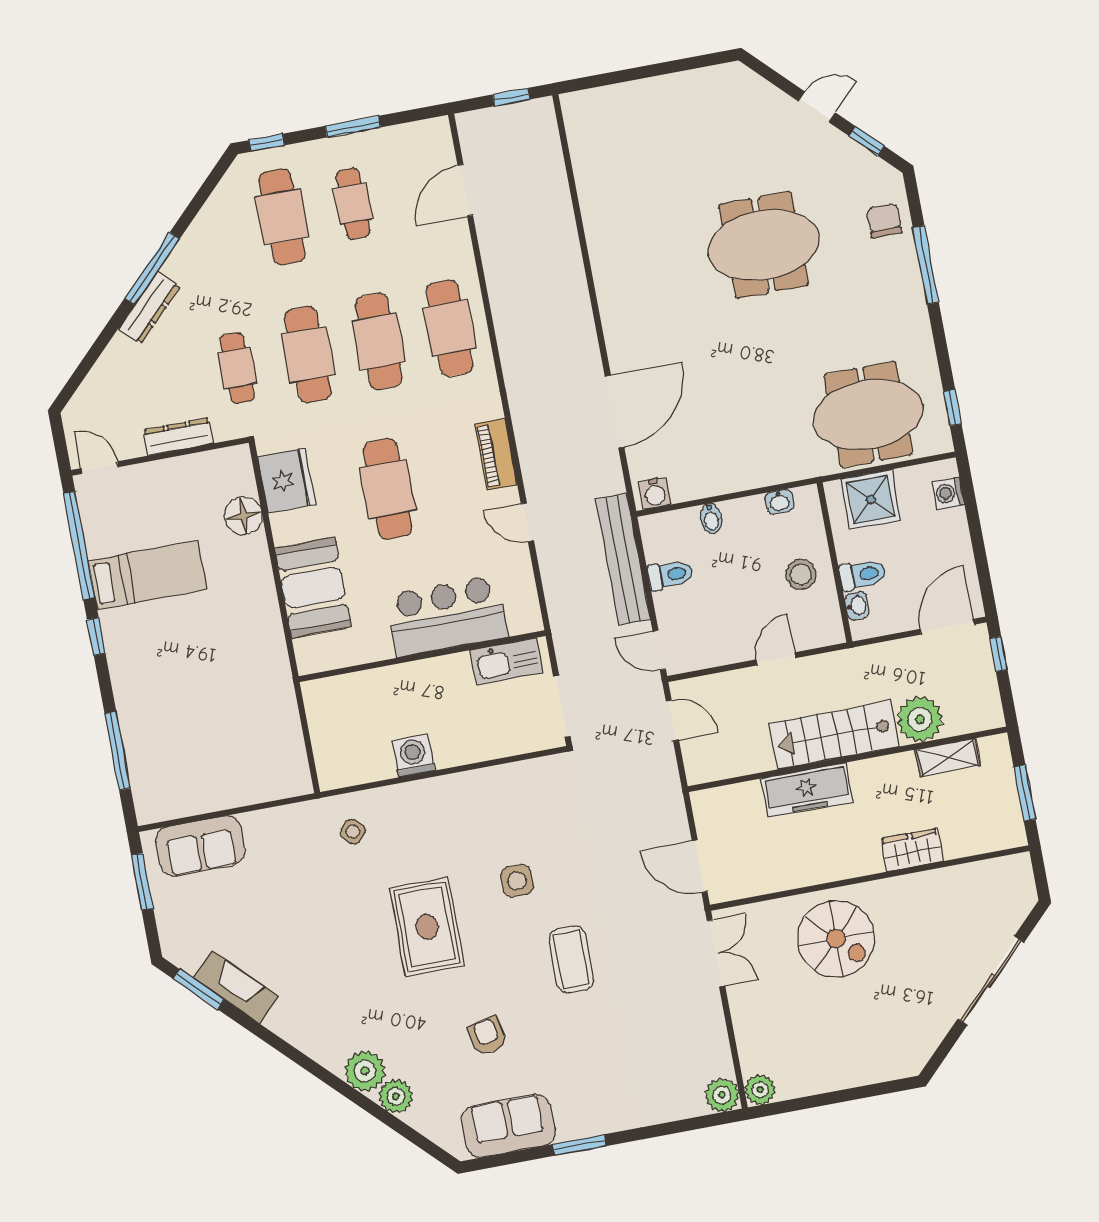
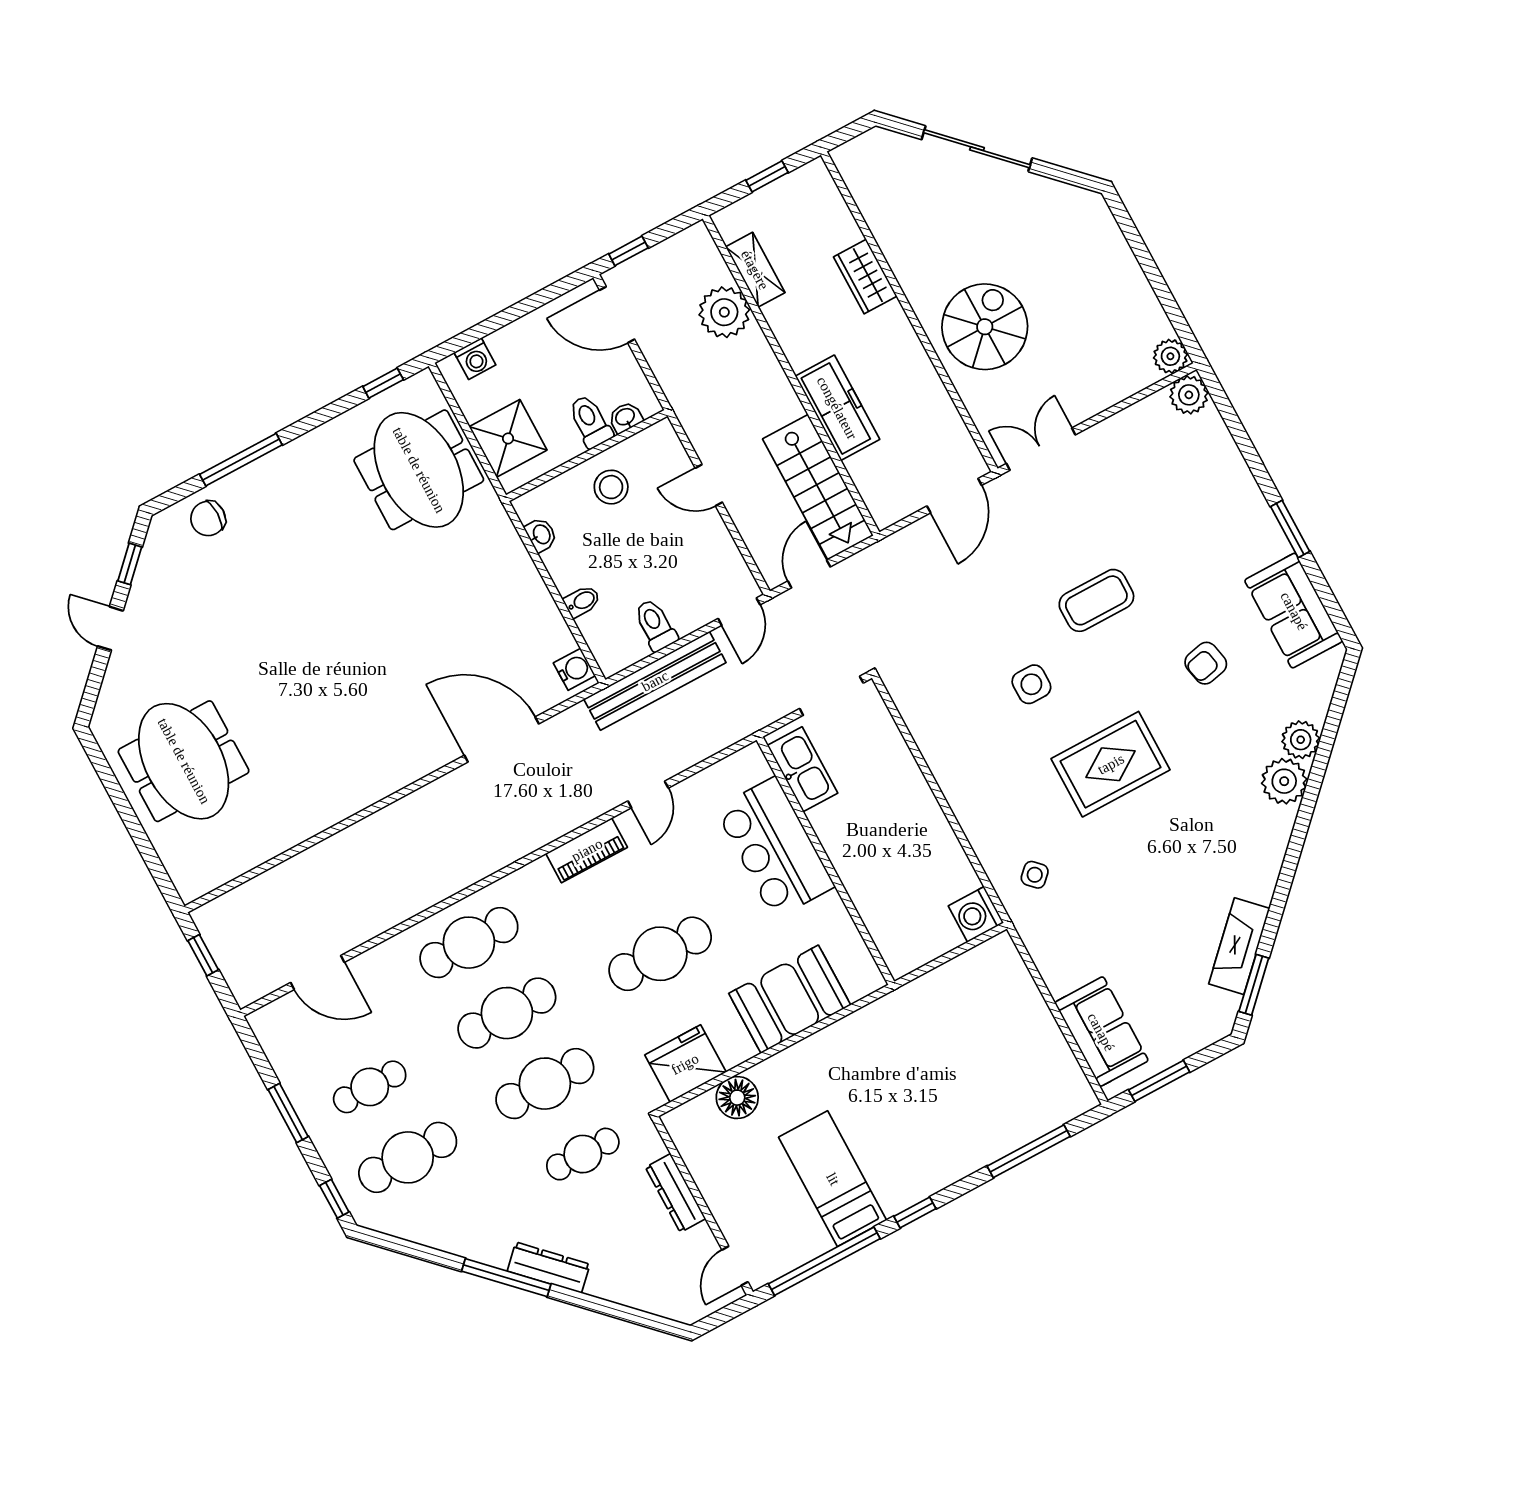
meeting table: (764, 245) -> (184, 761), moved
stairs: (834, 735) -> (818, 487), moved
washing machine: (413, 756) -> (976, 914), moved
window: (1025, 793) -> (767, 176), width x0.67

